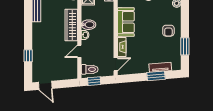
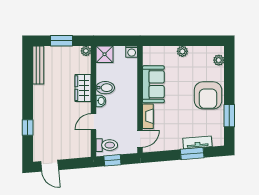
wardrobe: (71, 25) -> (83, 88), width x0.67
armchair: (168, 31) -> (208, 95), width x1.88, depth x1.88

